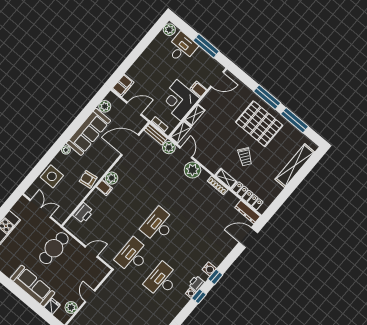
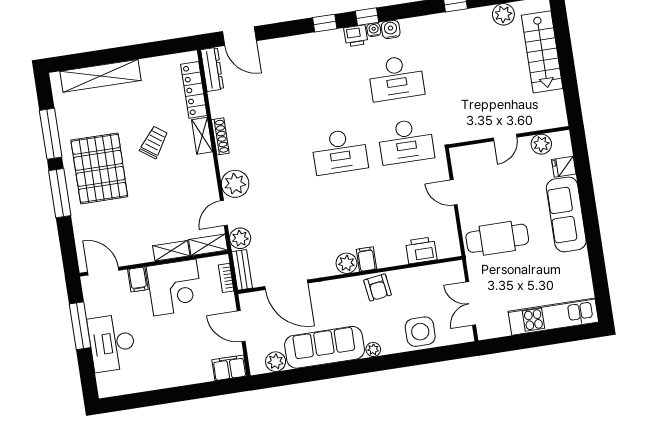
plant: (169, 30) -> (109, 387), removed
desk: (182, 48) -> (112, 343), width x1.37
water cooler: (209, 269) -> (391, 29), moved

